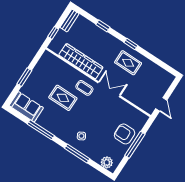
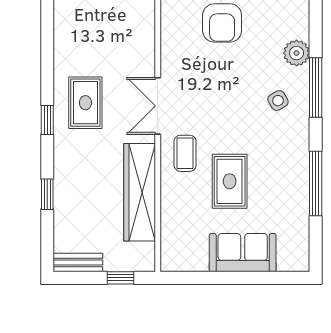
window: (24, 77) -> (238, 278), removed
sofa: (26, 107) -> (243, 253), moved, turned 90
plant: (107, 162) -> (297, 53), moved

